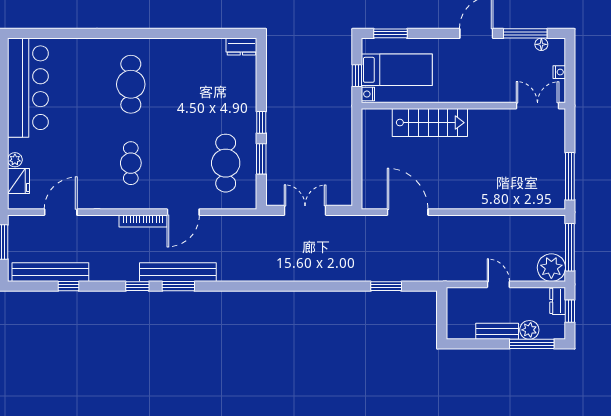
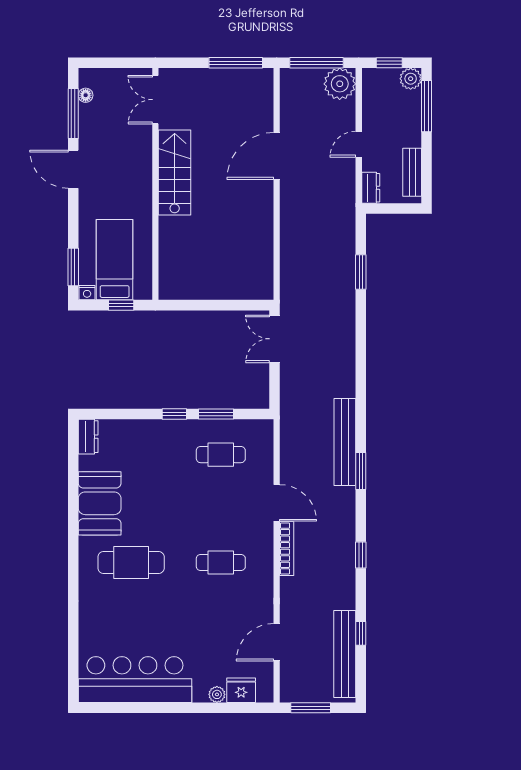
booth: (183, 57) -> (100, 503), added
nightstand: (559, 72) -> (117, 75), removed
nightstand: (368, 94) -> (87, 293), moved
stairs: (430, 123) -> (175, 173), moved
cafe table: (226, 163) -> (221, 455), width x0.73, depth x0.74
double door: (305, 210) -> (275, 339), moved
door: (61, 212) -> (277, 642), hinge flipped
door: (408, 212) -> (277, 156), moved
bench: (178, 272) -> (345, 442), moved
window: (178, 286) -> (361, 471), moved
dresser: (558, 301) -> (371, 188), moved, turned -90
plant: (529, 330) -> (411, 79), moved
bench: (497, 331) -> (412, 172), moved

